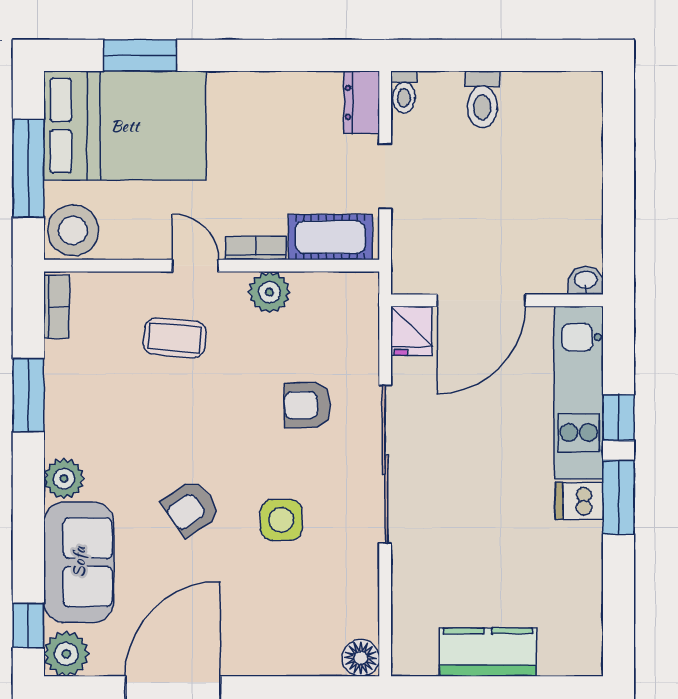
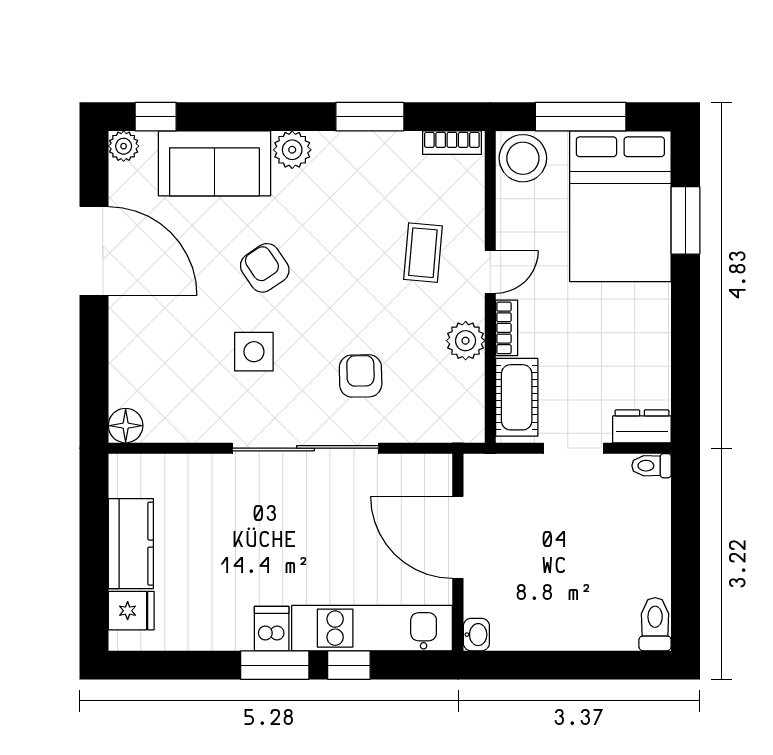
toilet: (482, 99) -> (655, 624), moved, turned 90
fridge: (412, 331) -> (131, 611), moved, turned 180
plant: (66, 654) -> (124, 146), width x0.73, depth x0.73

